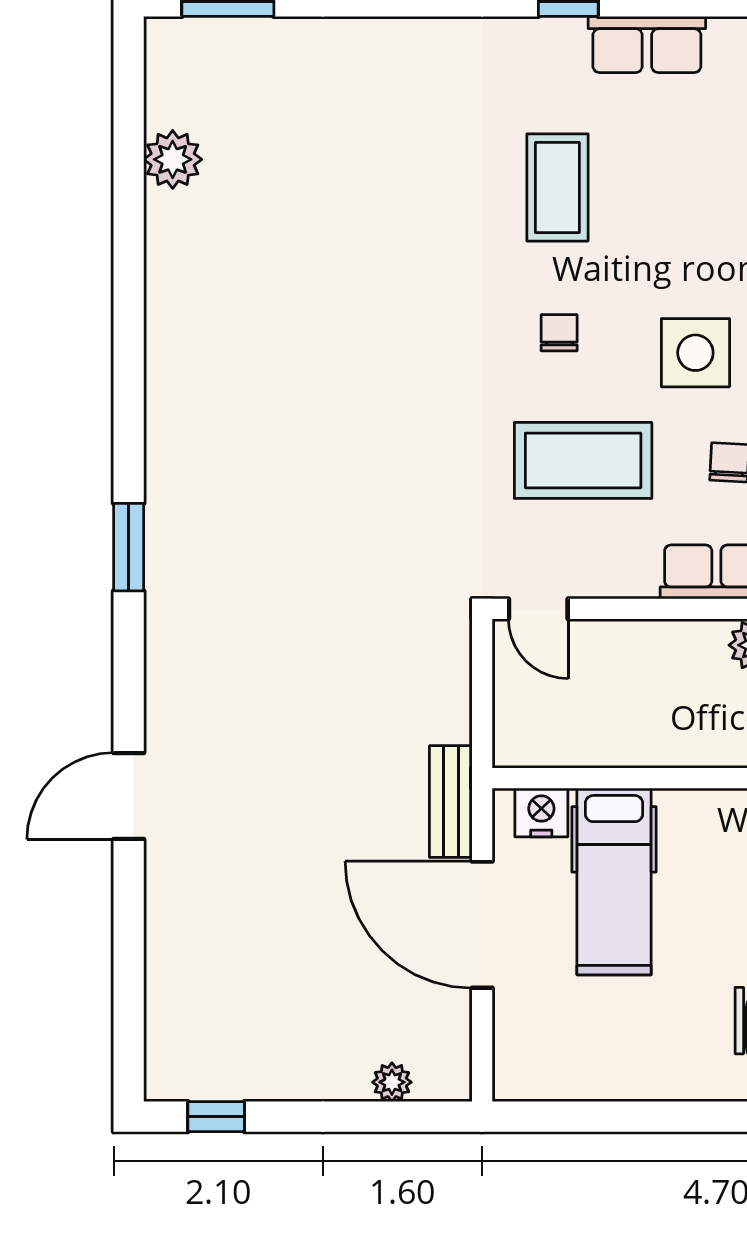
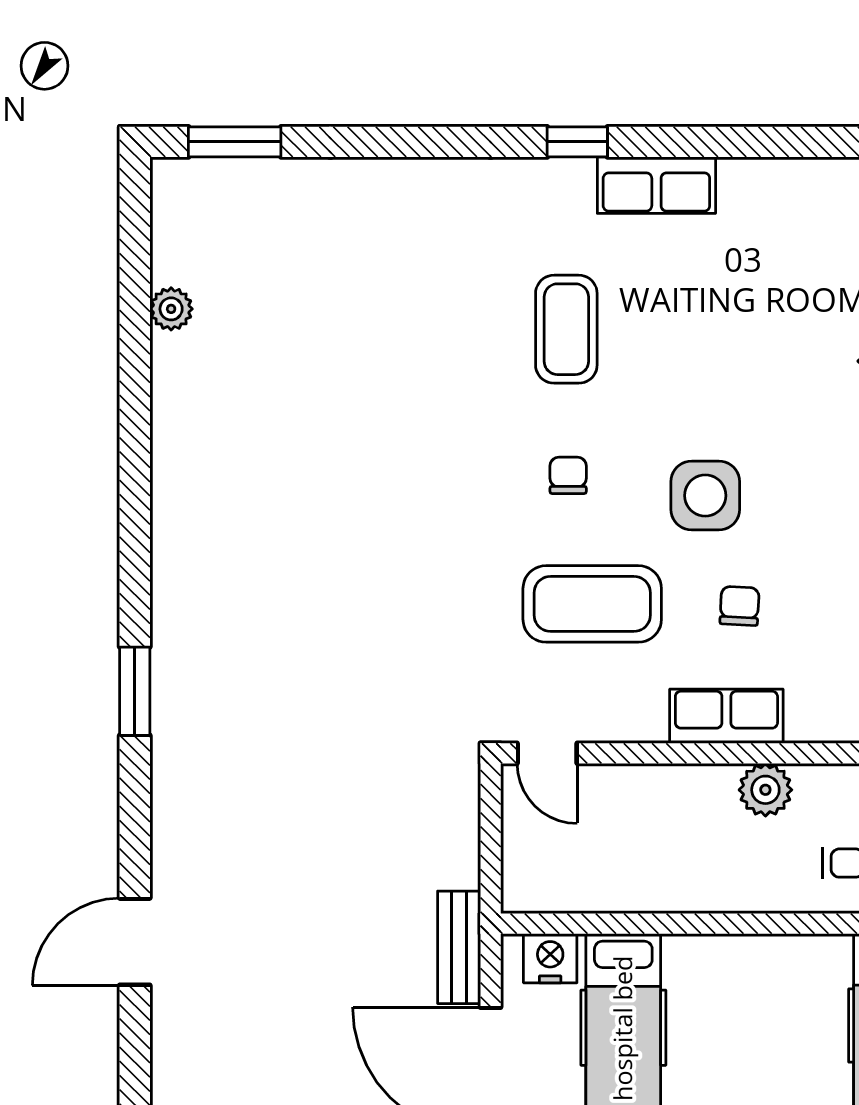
plant: (173, 159) -> (171, 309), width x0.73, depth x0.73

